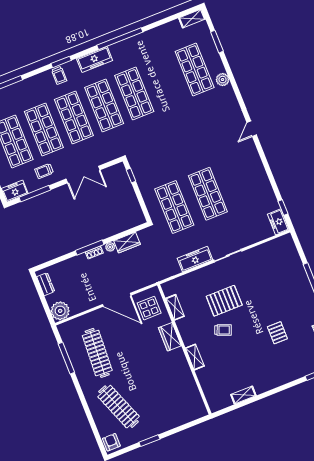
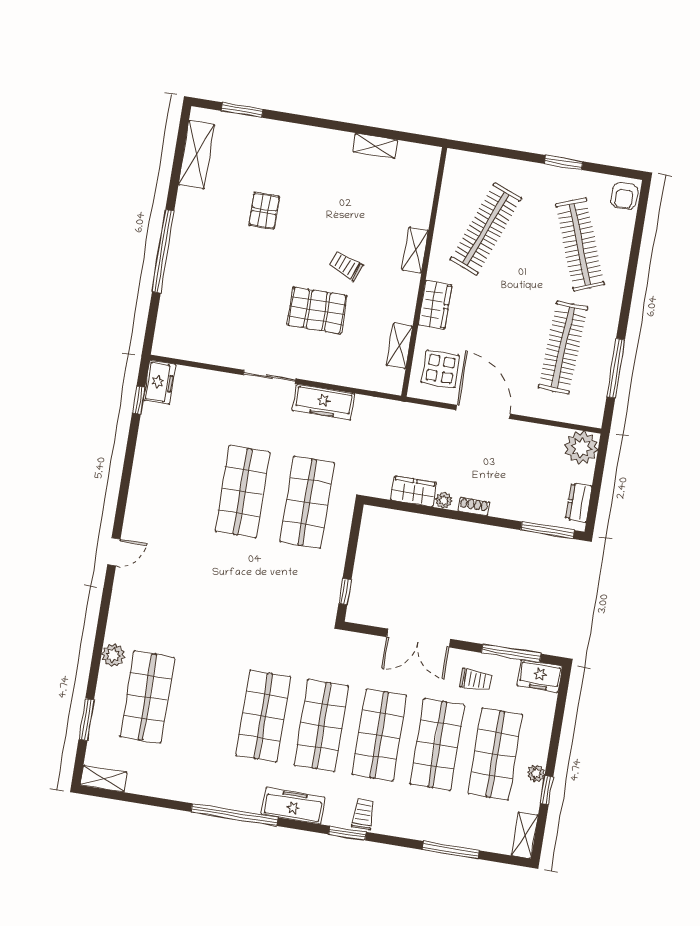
double door: (83, 174) -> (419, 638), swing flipped
window: (90, 247) -> (548, 530), moved
clothes rail: (167, 387) -> (486, 229), added

